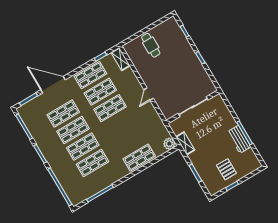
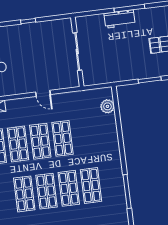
workbench: (239, 139) -> (120, 19), moved
shelving: (185, 143) -> (113, 77), removed
plant: (169, 144) -> (107, 106), moved
shop shelf: (139, 158) -> (62, 138), moved

